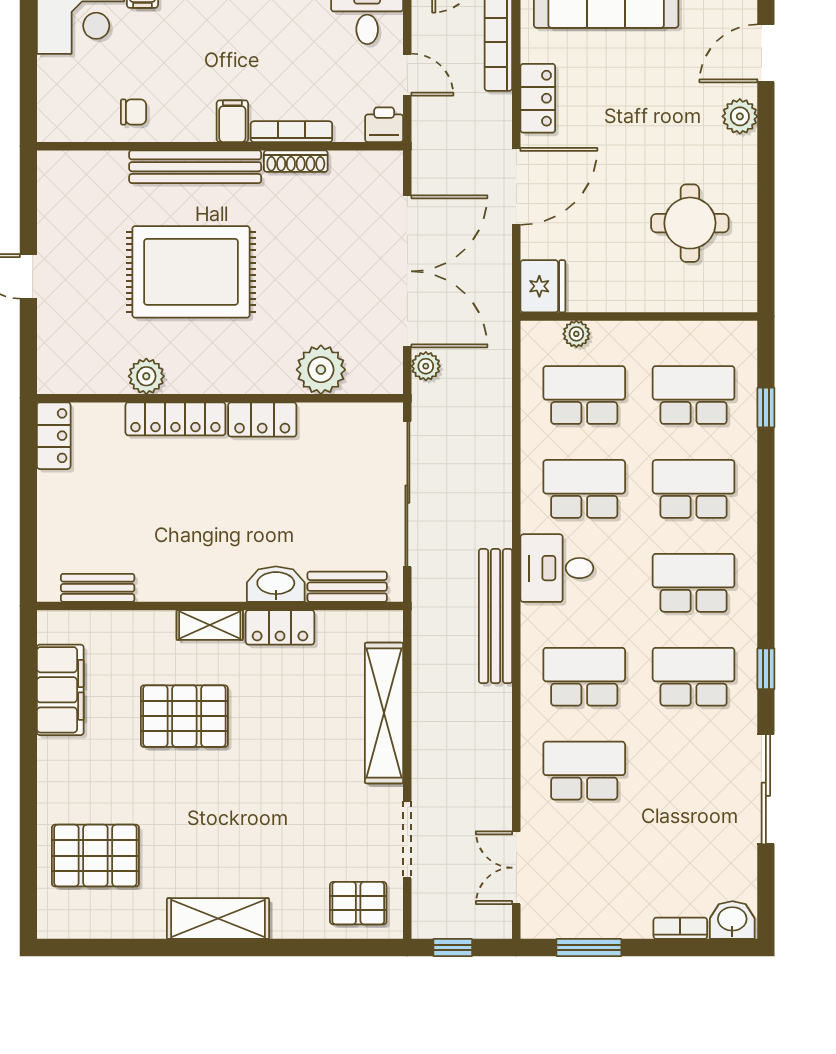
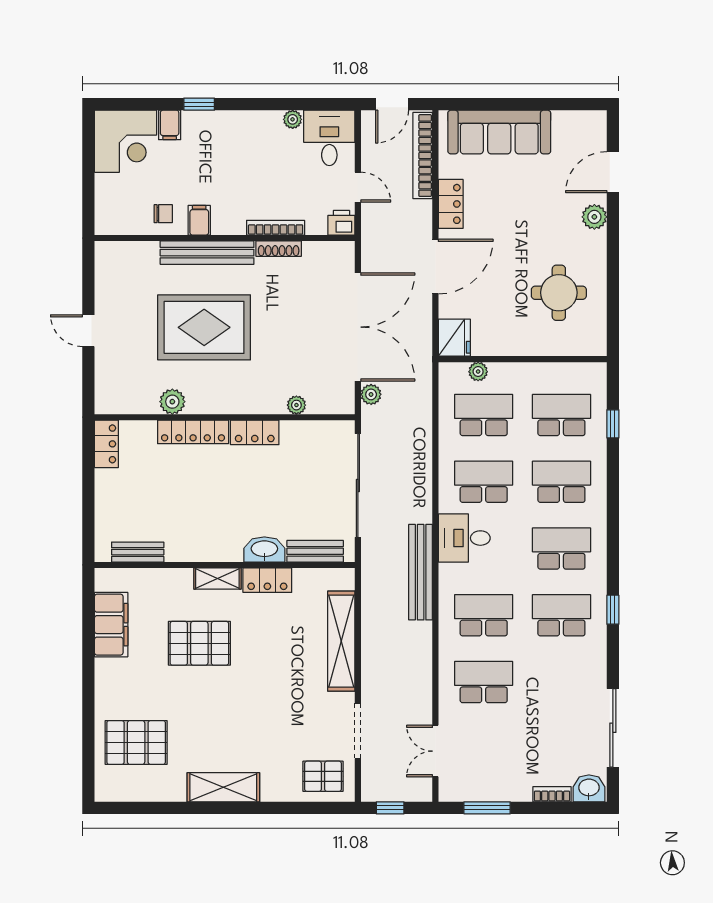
filing cabinet: (232, 121) -> (199, 220), moved
plant: (321, 370) -> (296, 405), width x0.53, depth x0.53
sliding door: (766, 789) -> (613, 728), moved

